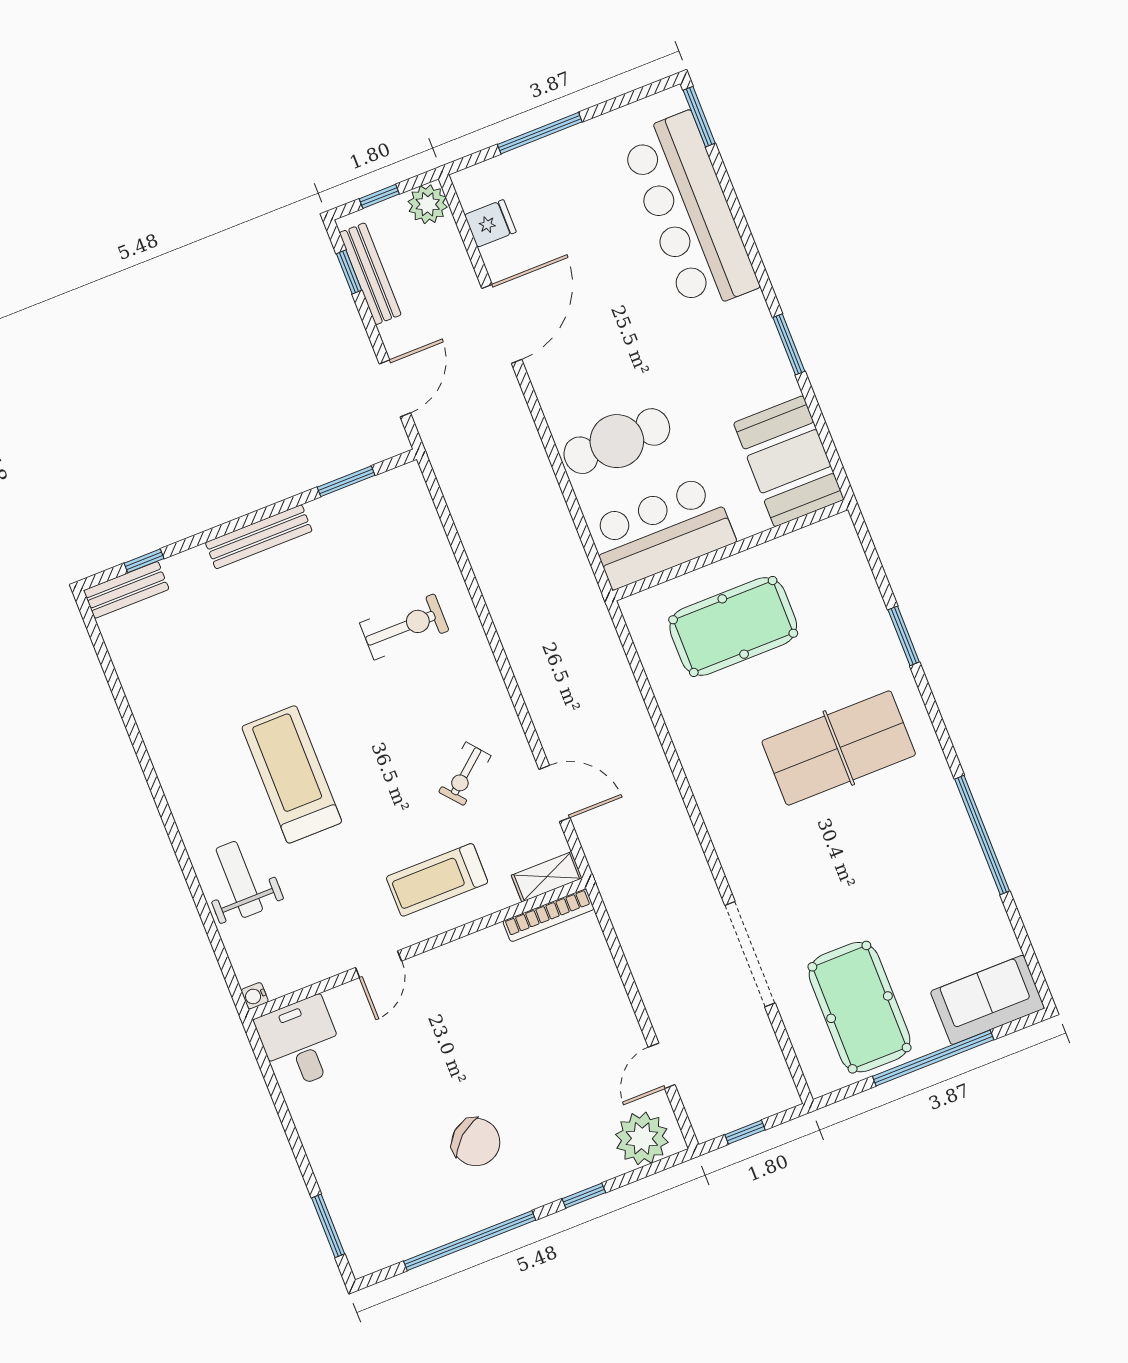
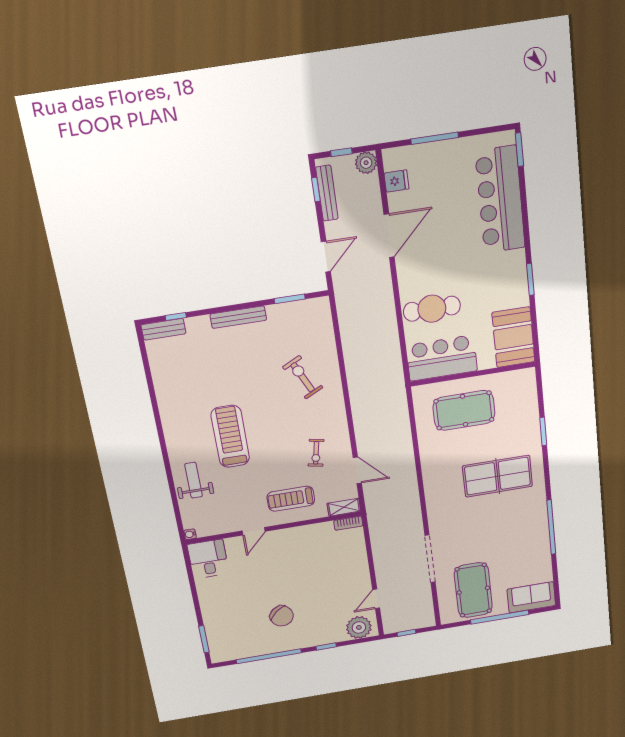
exercise bike: (404, 627) -> (303, 377), turned -116
exercise bike: (465, 774) -> (316, 453), turned -39
bookcase: (548, 915) -> (348, 523), width x0.64

